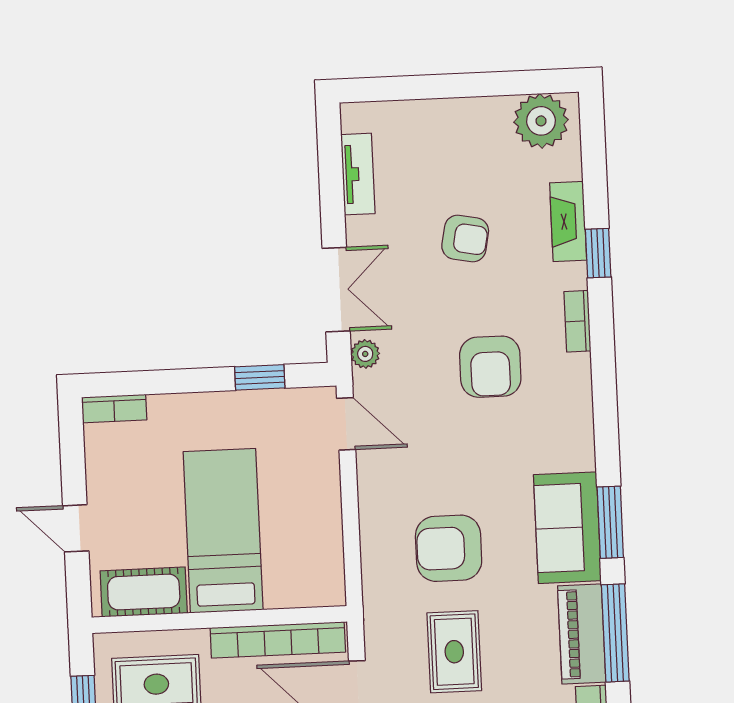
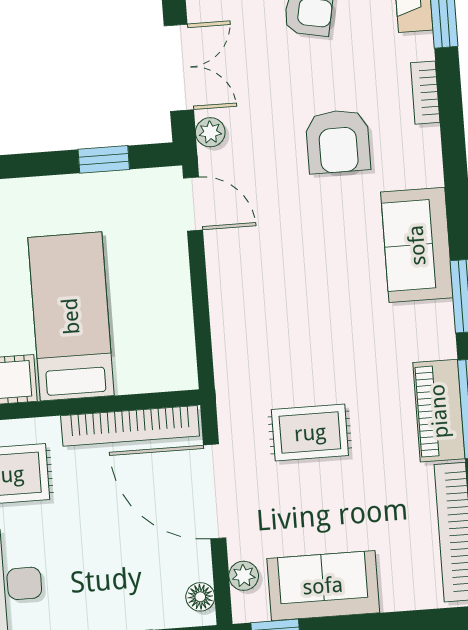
sofa: (567, 528) -> (417, 245), moved
armchair: (449, 548) -> (301, 327), removed
rug: (454, 652) -> (310, 433), turned 90

